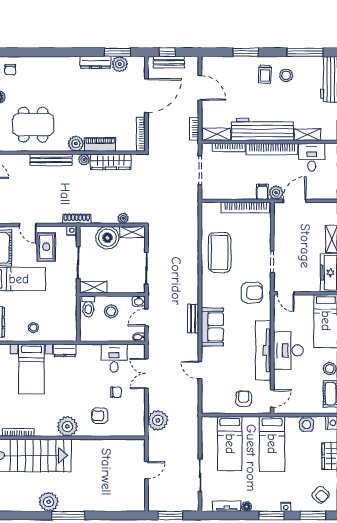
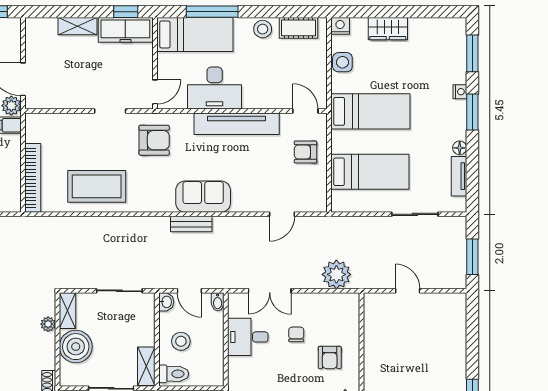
bookcase: (245, 208) -> (33, 178), moved
armchair: (252, 293) -> (154, 140), turned 90
desk: (288, 350) -> (215, 88), moved
door: (200, 370) -> (282, 214), moved
armchair: (321, 495) -> (443, 42), removed

